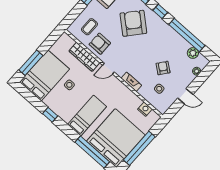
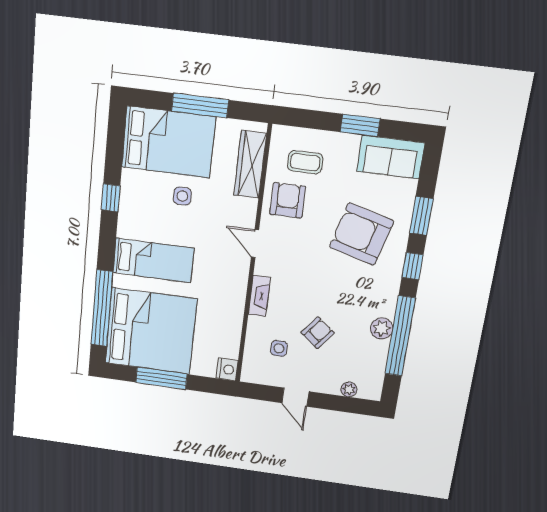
armchair: (133, 23) -> (361, 234), turned -116
plant: (193, 53) -> (382, 328), moved
wardrobe: (84, 57) -> (250, 164), moved
window: (31, 63) -> (200, 106), moved
nightstand: (145, 109) -> (227, 369), moved
window: (139, 148) -> (161, 378), width x0.68

